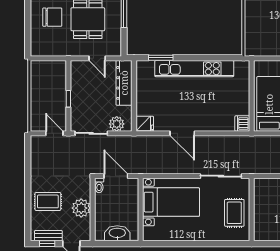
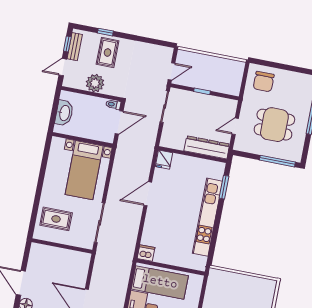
chair: (52, 17) -> (264, 82), moved
plant: (117, 124) -> (169, 133), removed
window: (28, 208) -> (105, 32), added
rug: (234, 213) -> (56, 219), moved

